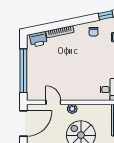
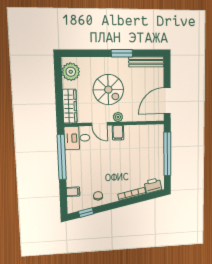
filing cabinet: (72, 94) -> (118, 133), added
door: (53, 102) -> (99, 124), moved

